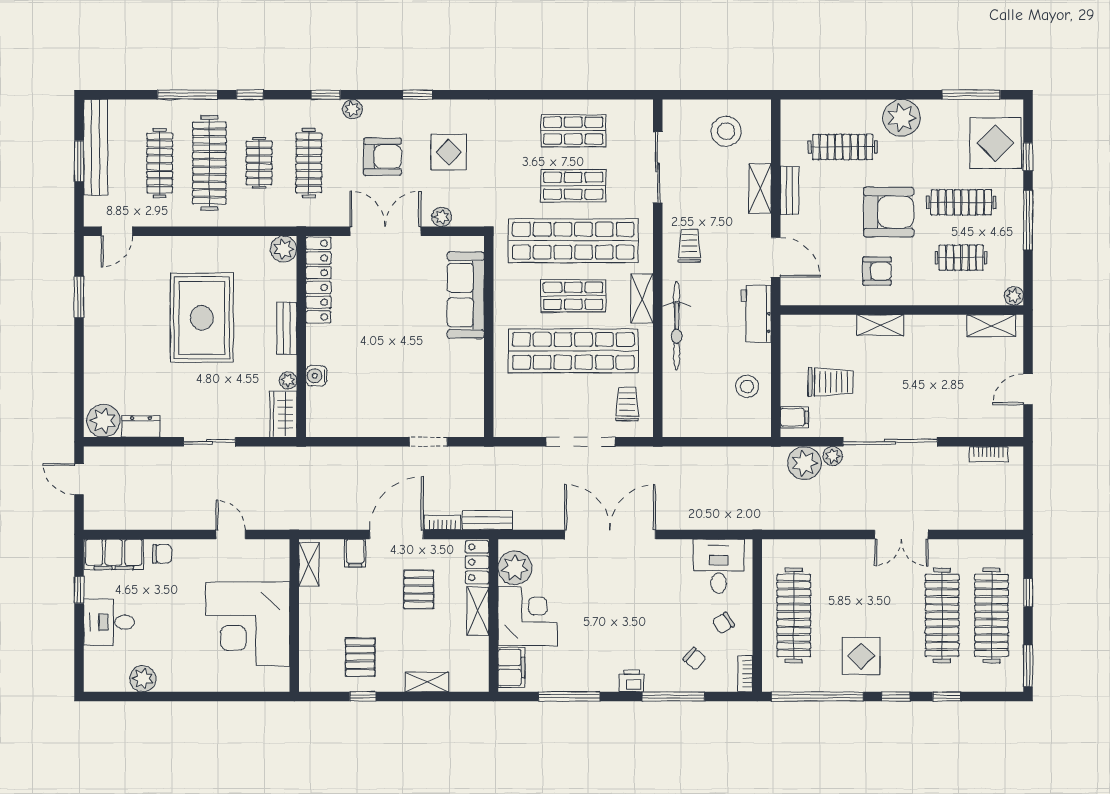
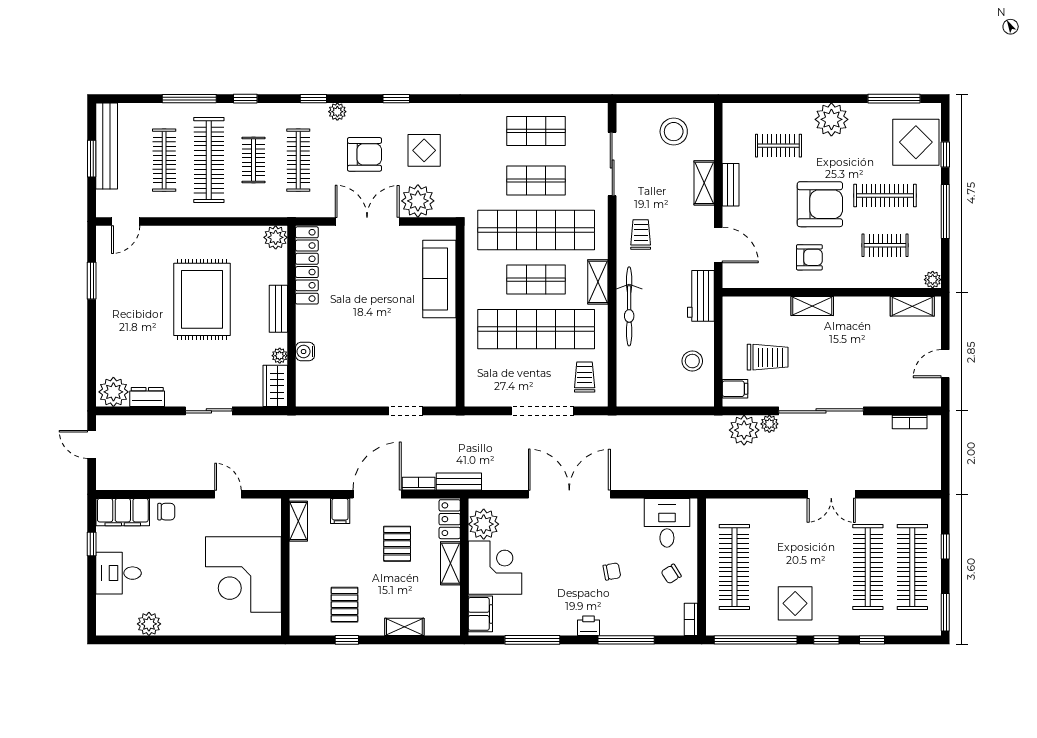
clothes rail: (843, 147) -> (778, 146), width x0.73
plant: (442, 217) -> (418, 201), width x1.87, depth x1.87
chair: (695, 659) -> (612, 571), moved, turned -52

